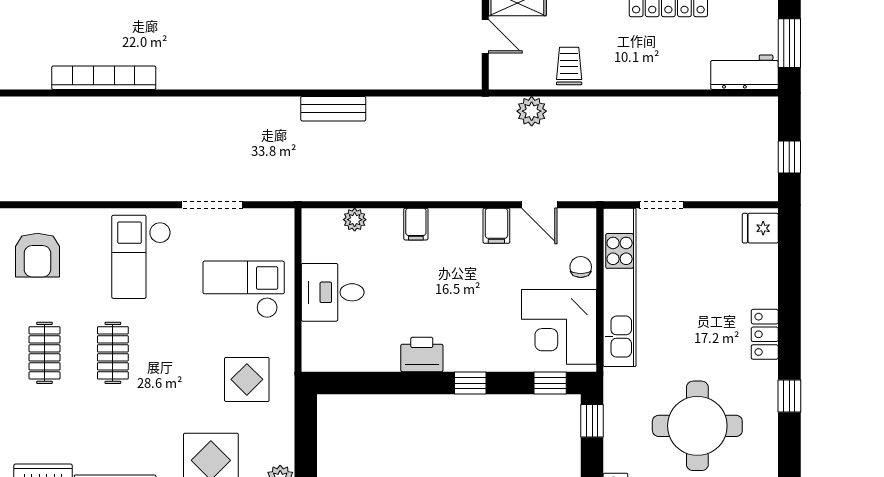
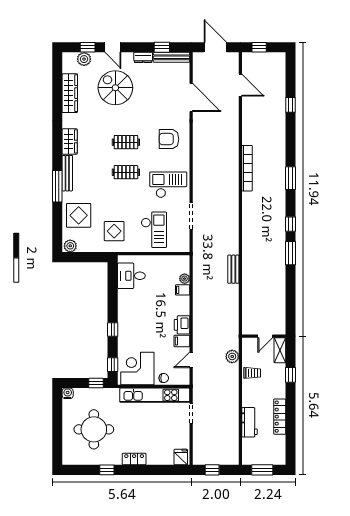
workbench: (745, 72) -> (249, 422), moved
filing cabinet: (416, 224) -> (183, 290), moved
desk: (333, 292) -> (131, 276), moved, turned -90
printer: (422, 355) -> (182, 325), moved, turned 180

